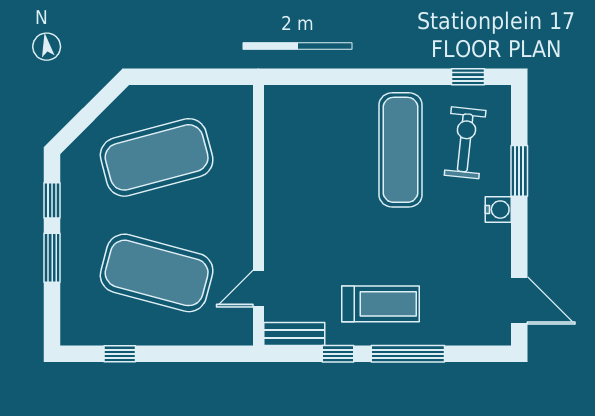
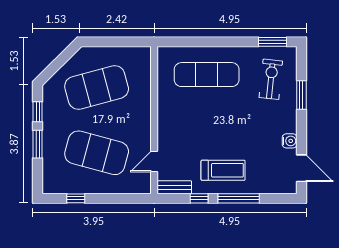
window: (468, 77) -> (272, 42), width x1.50
exercise mat: (401, 150) -> (207, 75), moved, turned 90
water cooler: (498, 210) -> (290, 141), moved

